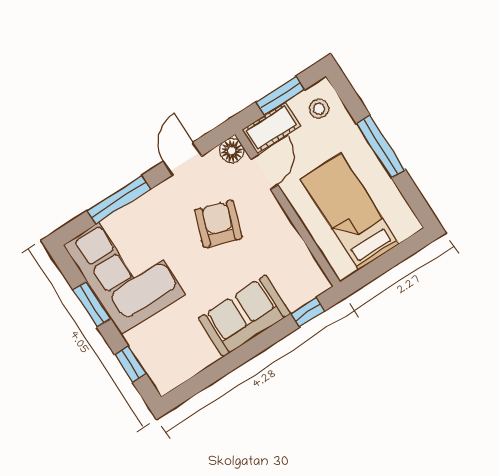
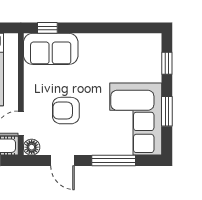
door: (182, 159) -> (62, 161), hinge flipped
armchair: (218, 224) -> (66, 111), turned 71
sofa: (244, 316) -> (51, 49), moved

